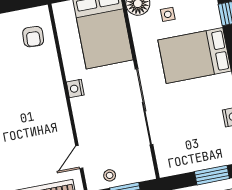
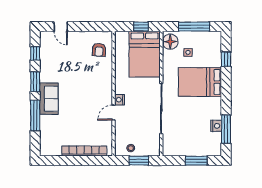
nightstand: (75, 88) -> (120, 100), moved
door: (79, 157) -> (114, 113), moved

